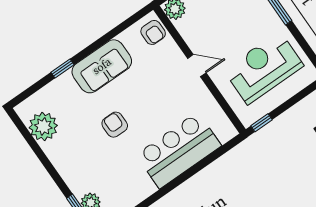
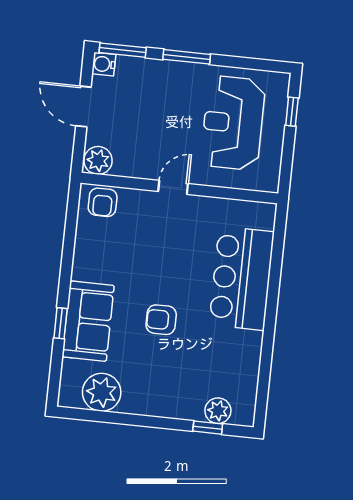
armchair: (153, 32) -> (103, 202), turned 90
sofa: (102, 66) -> (88, 321), moved
window: (261, 123) -> (292, 112), moved

